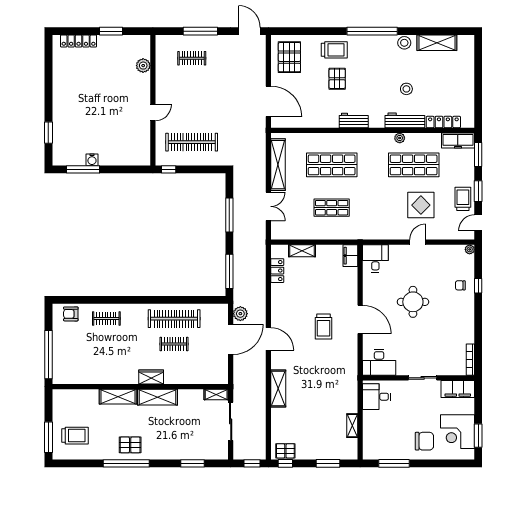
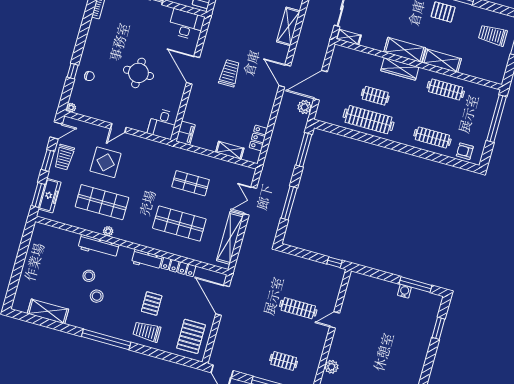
stool: (404, 43) -> (97, 296), moved
locker: (443, 122) -> (178, 267), moved
freezer: (458, 141) -> (50, 196), moved, turned 90
clothes rail: (192, 142) -> (298, 308), moved, width x0.73, depth x0.76
armchair: (71, 314) -> (465, 151), turned 180
clothes rail: (106, 319) -> (432, 137), width x1.36
clothes rail: (106, 369) -> (446, 90), added
wardrobe: (151, 377) -> (400, 69), width x1.50

